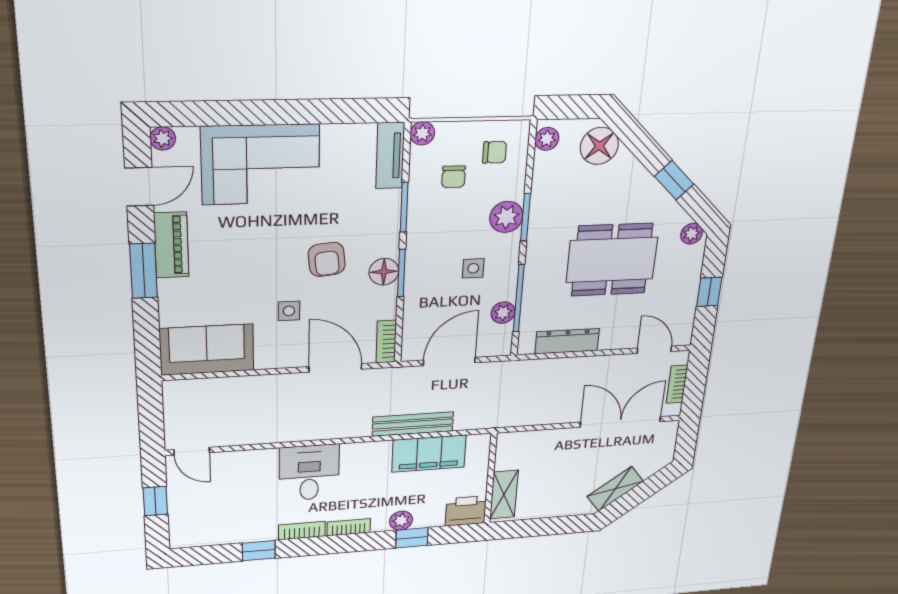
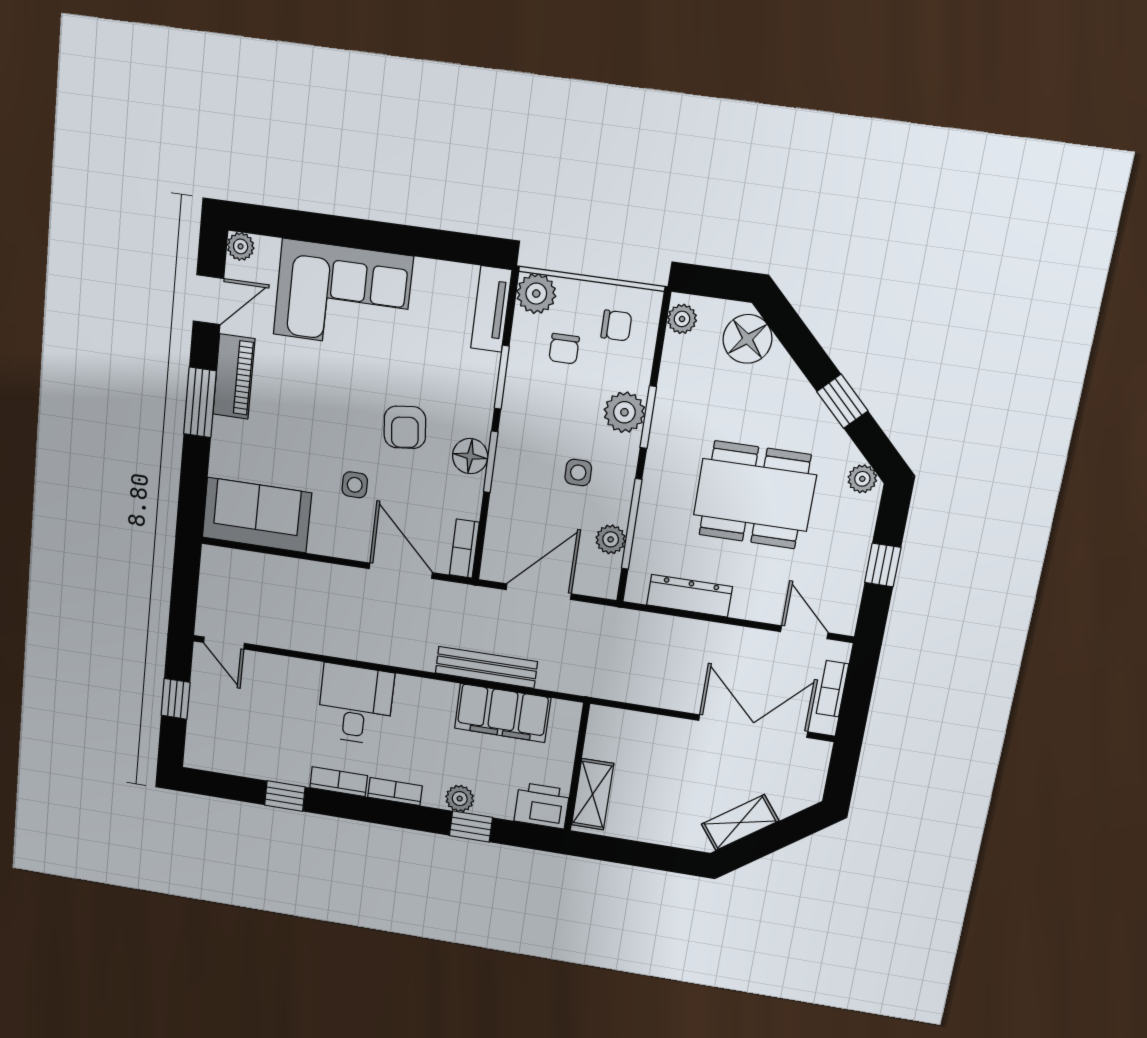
plant: (422, 133) -> (536, 294), width x1.38, depth x1.38

